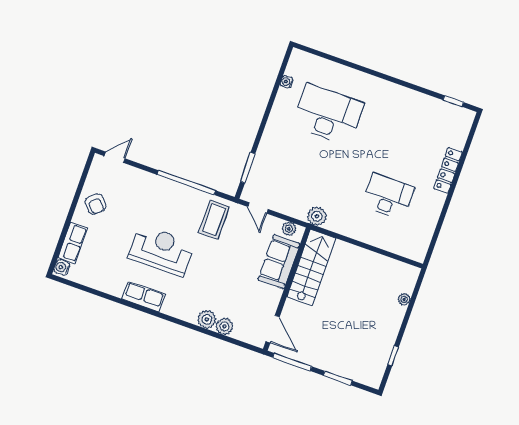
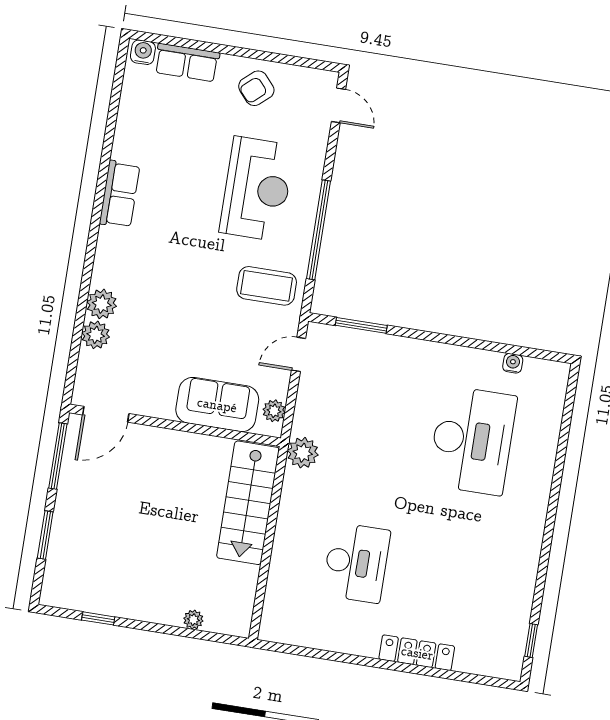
reception desk: (162, 250) -> (257, 189), moved
stairs: (311, 268) -> (248, 503), moved, turned 90

